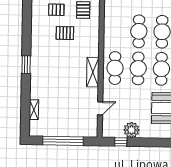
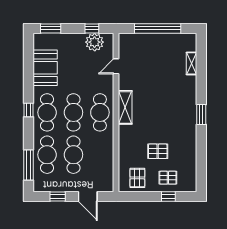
plant: (132, 130) -> (95, 42), moved
window: (157, 142) -> (51, 28), added

